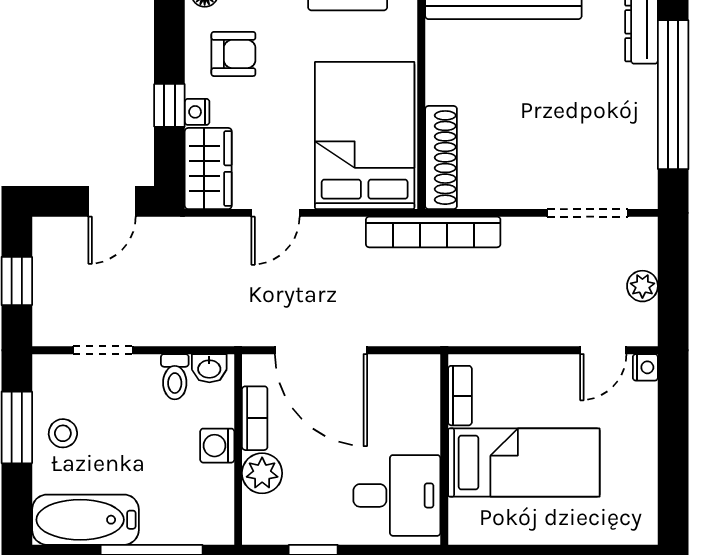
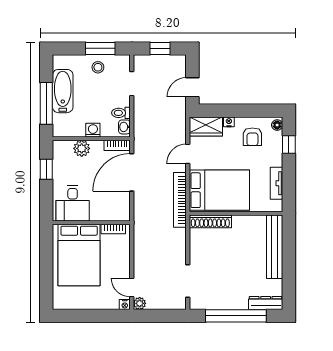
window: (169, 105) -> (232, 111), removed
door: (112, 201) -> (192, 87), hinge flipped
door: (275, 213) -> (188, 154), hinge flipped
bookcase: (433, 232) -> (180, 200), moved
plant: (642, 286) -> (140, 303), moved
bookcase: (255, 418) -> (117, 145), moved
bed: (524, 463) -> (79, 255), width x1.50
bathtub: (85, 520) -> (63, 91), moved

